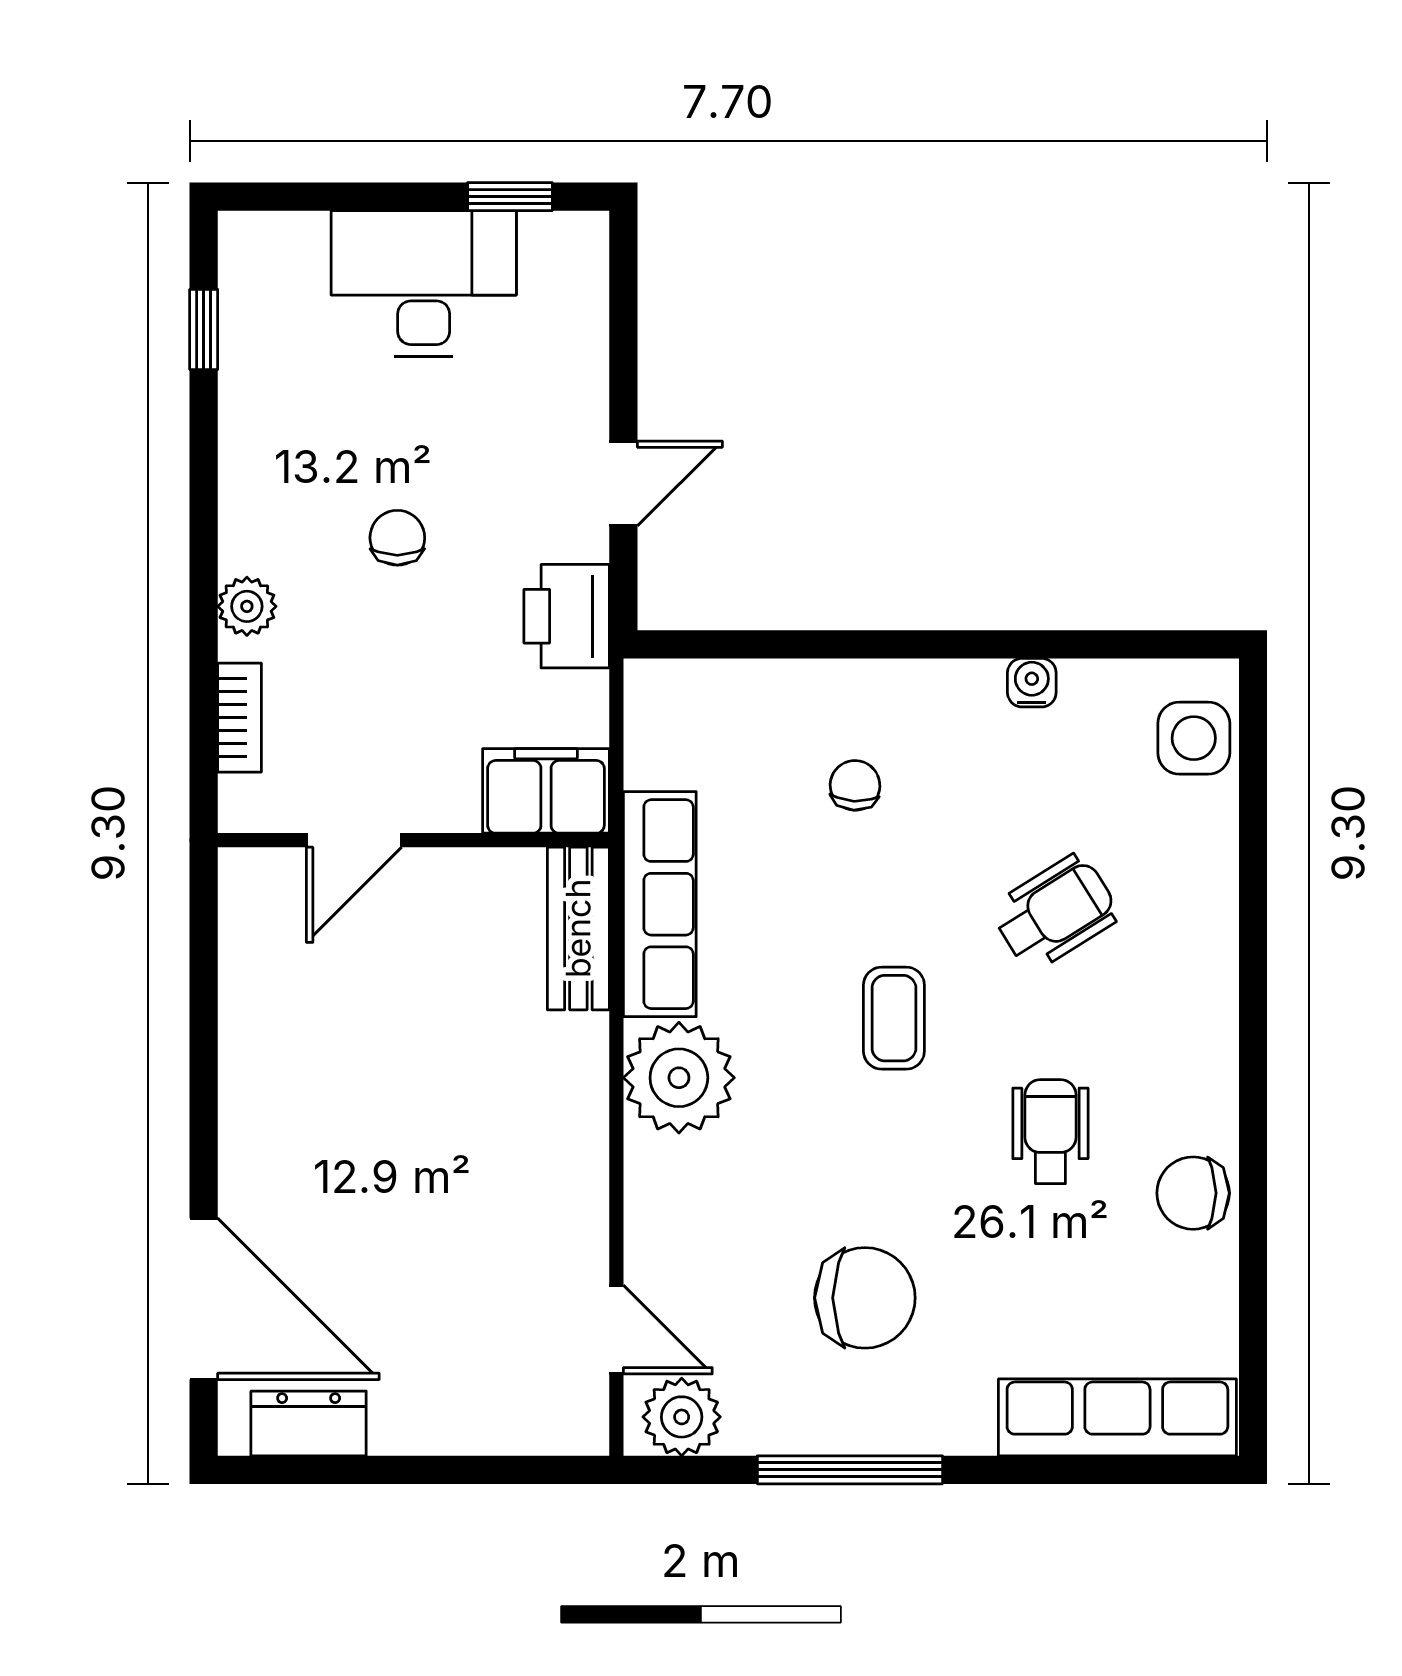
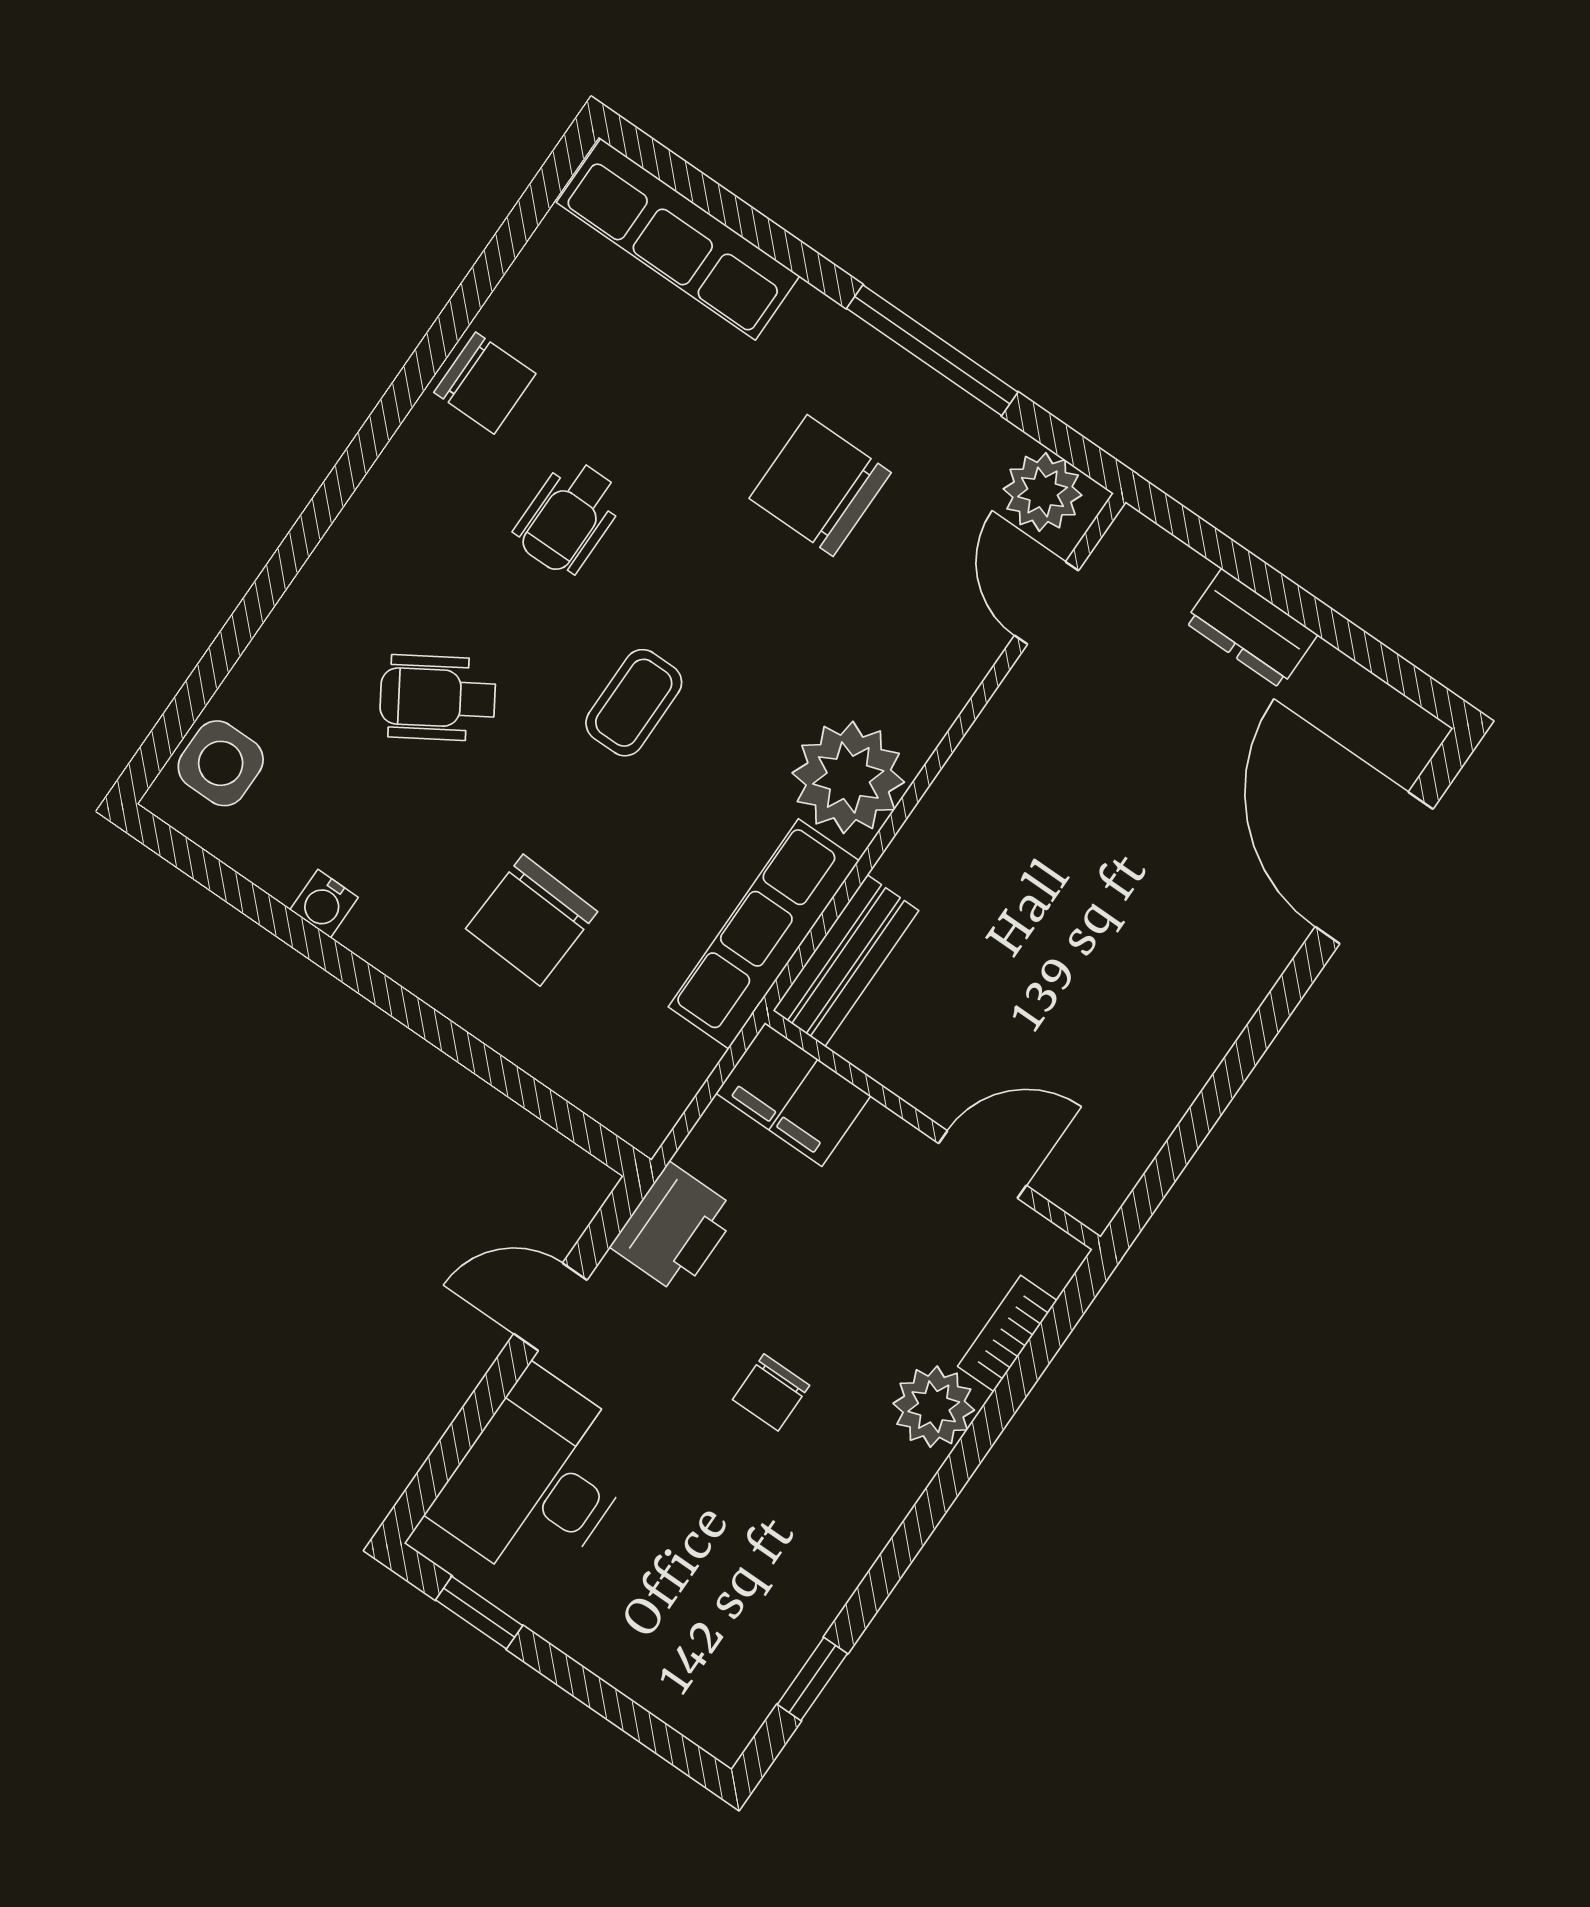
desk: (424, 283) -> (538, 1480), moved, turned 90
plant: (247, 606) -> (934, 1407), width x1.38, depth x1.38
chair: (855, 785) -> (532, 920), width x1.87, depth x1.87
dresser: (309, 1423) -> (1251, 628), moved

